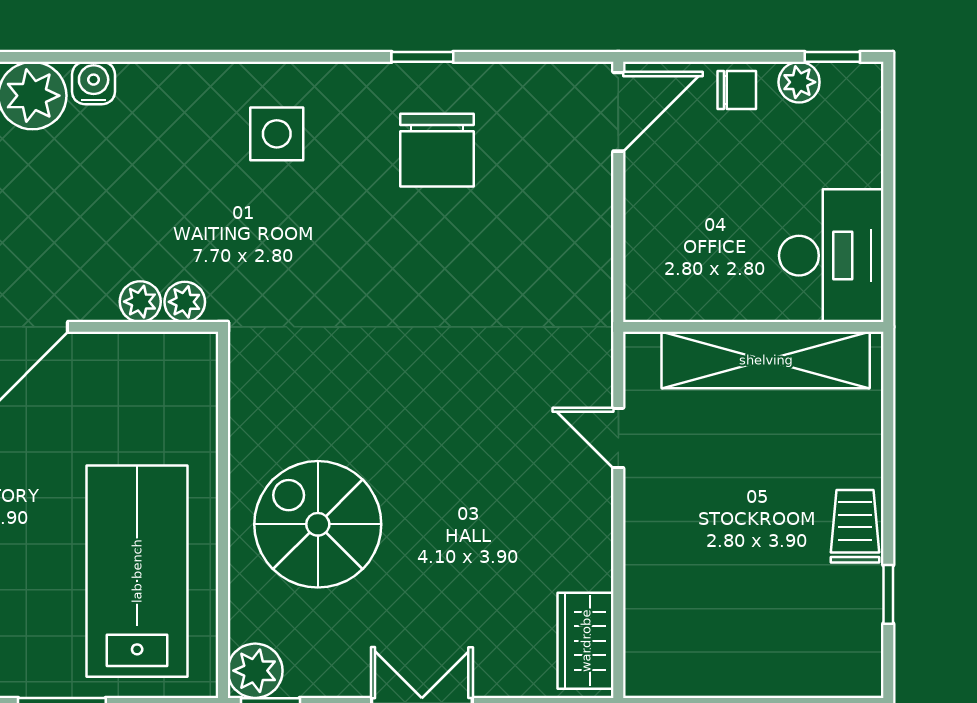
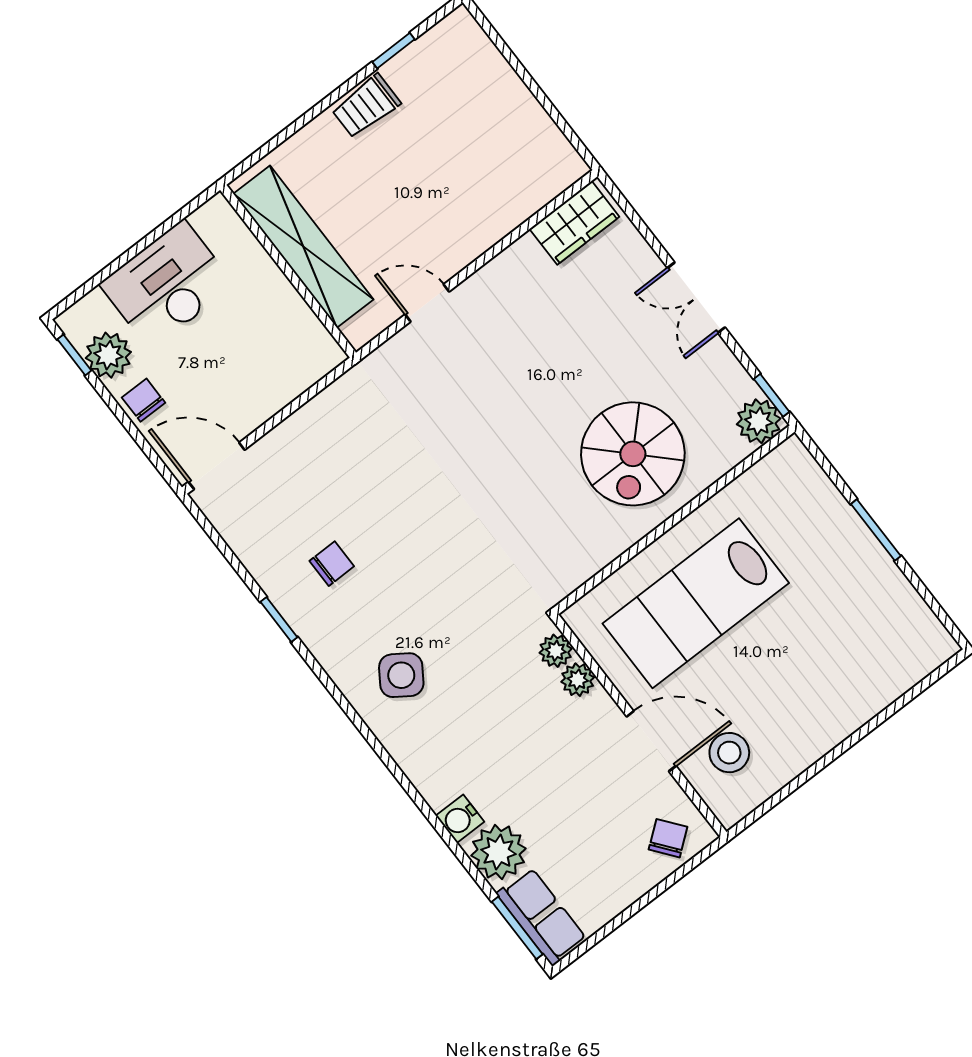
plant: (799, 82) -> (108, 355), width x1.38, depth x1.38
side table: (277, 134) -> (401, 675), turned 34
chair: (437, 150) -> (332, 564), width x0.54, depth x0.54
desk: (831, 256) -> (167, 285), moved
door: (618, 438) -> (427, 303), swing flipped
lab bench: (137, 571) -> (696, 603), moved

